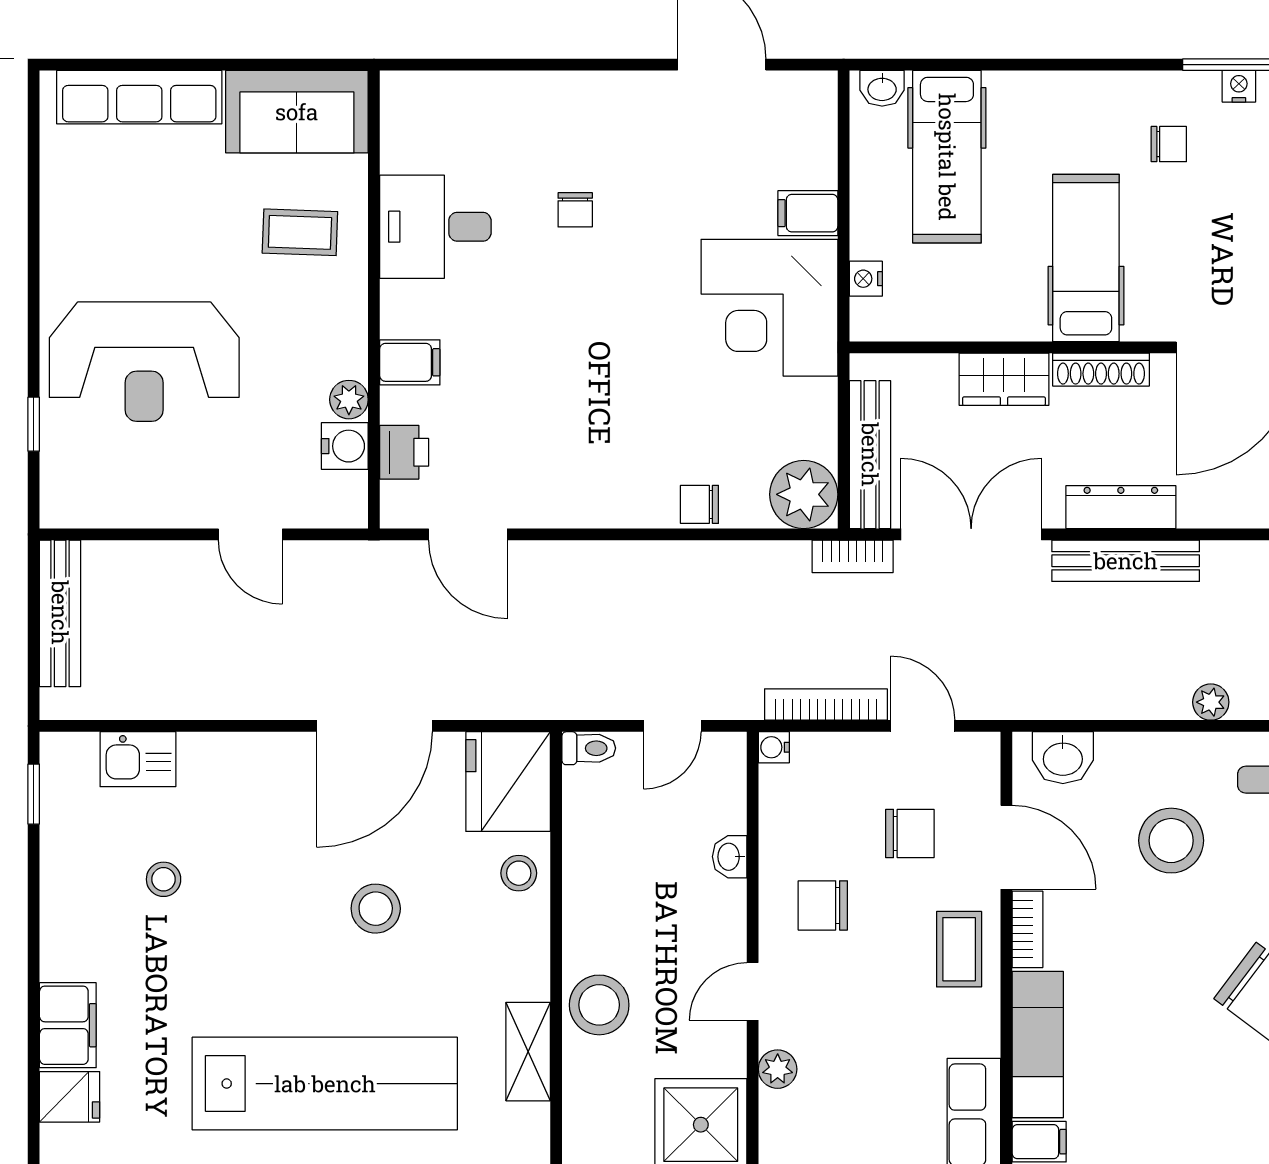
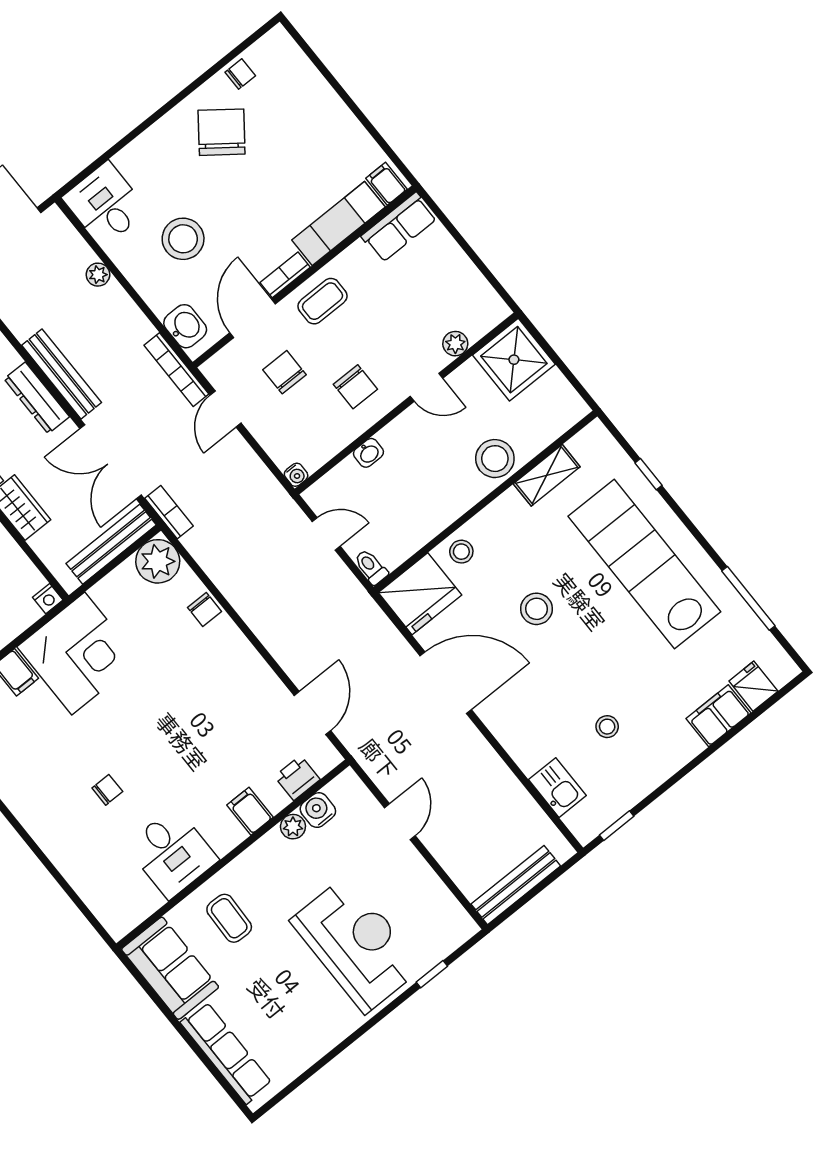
nightstand: (866, 279) -> (48, 599), moved
bookcase: (826, 705) -> (176, 370), moved

